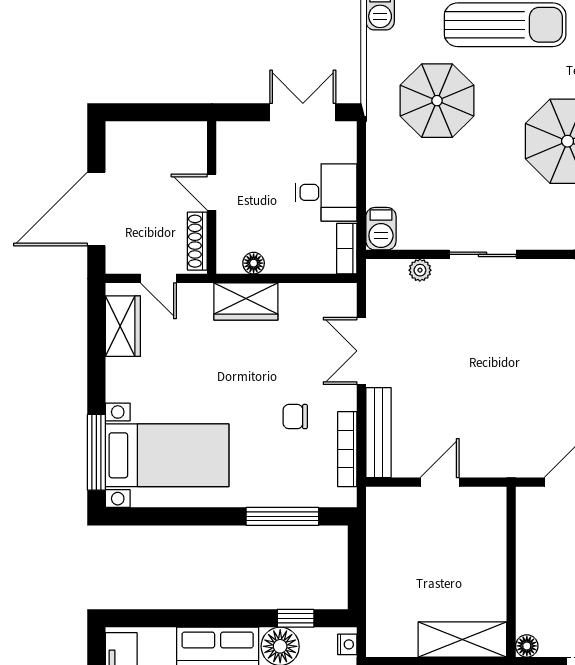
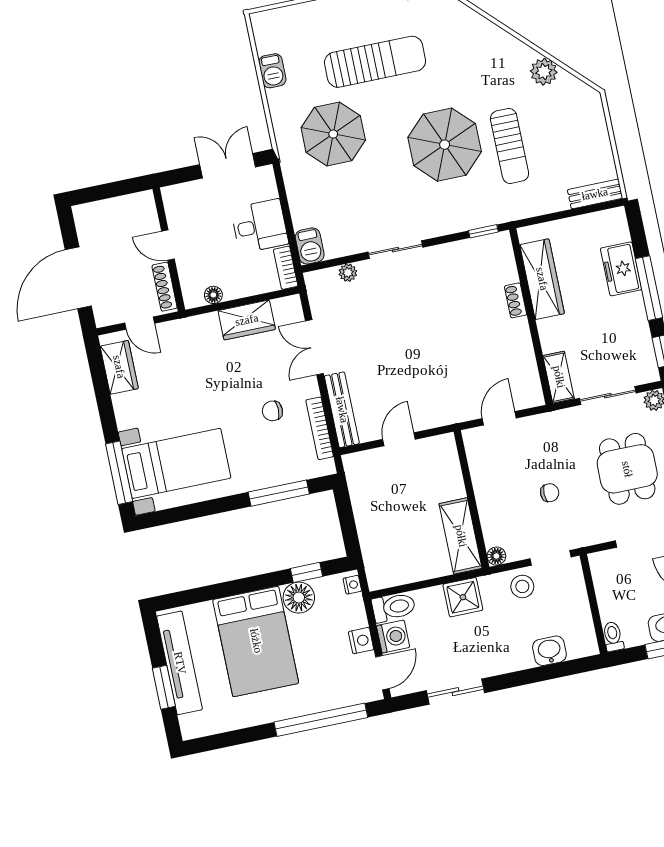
wardrobe: (246, 301) -> (247, 320), moved
shelving: (462, 640) -> (461, 536), moved, turned 90

